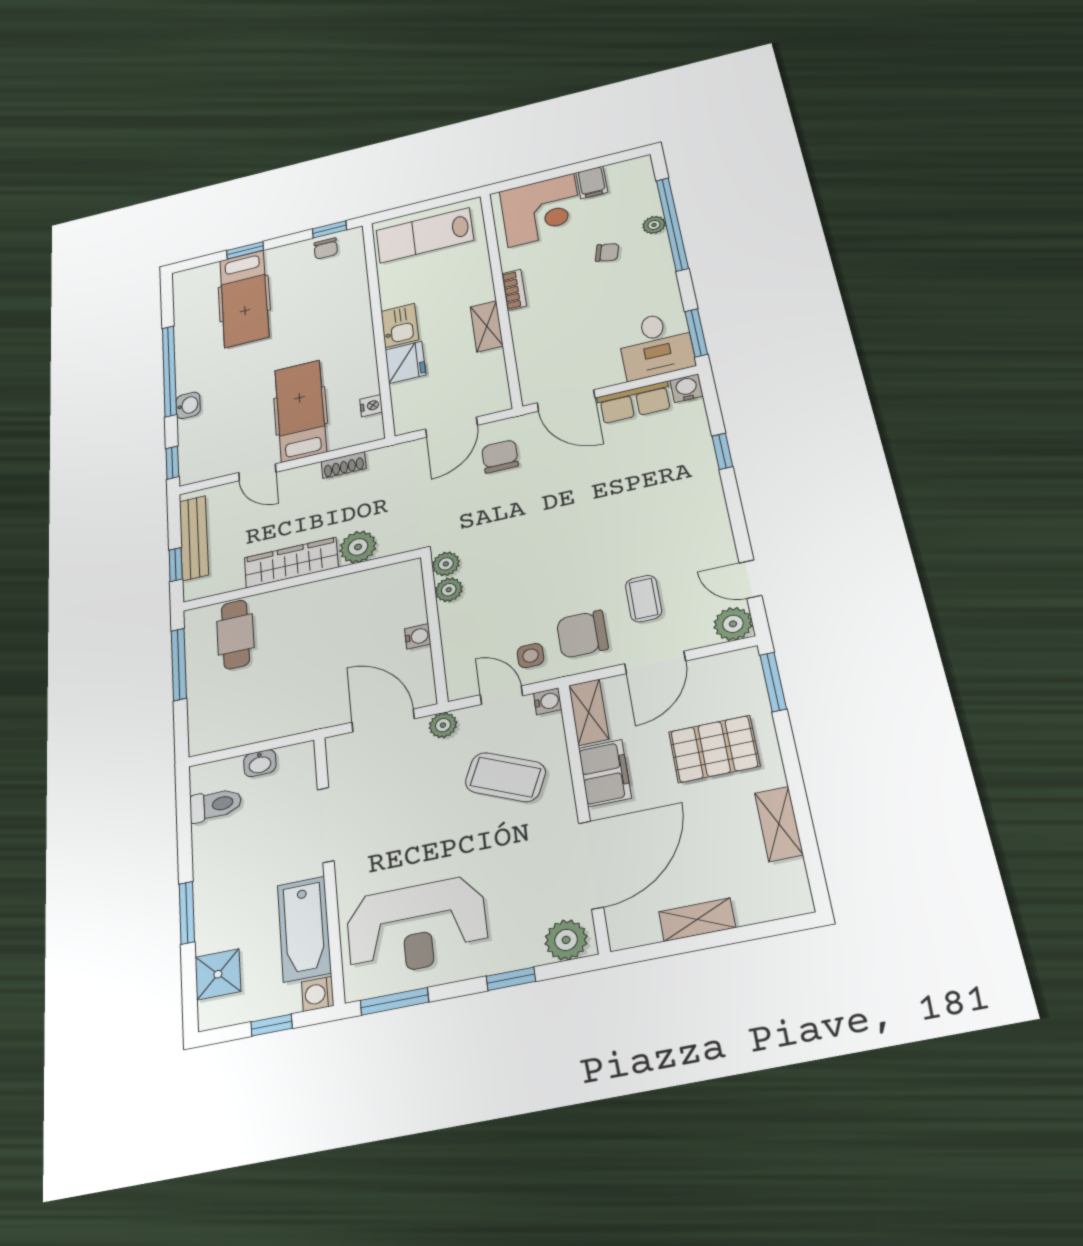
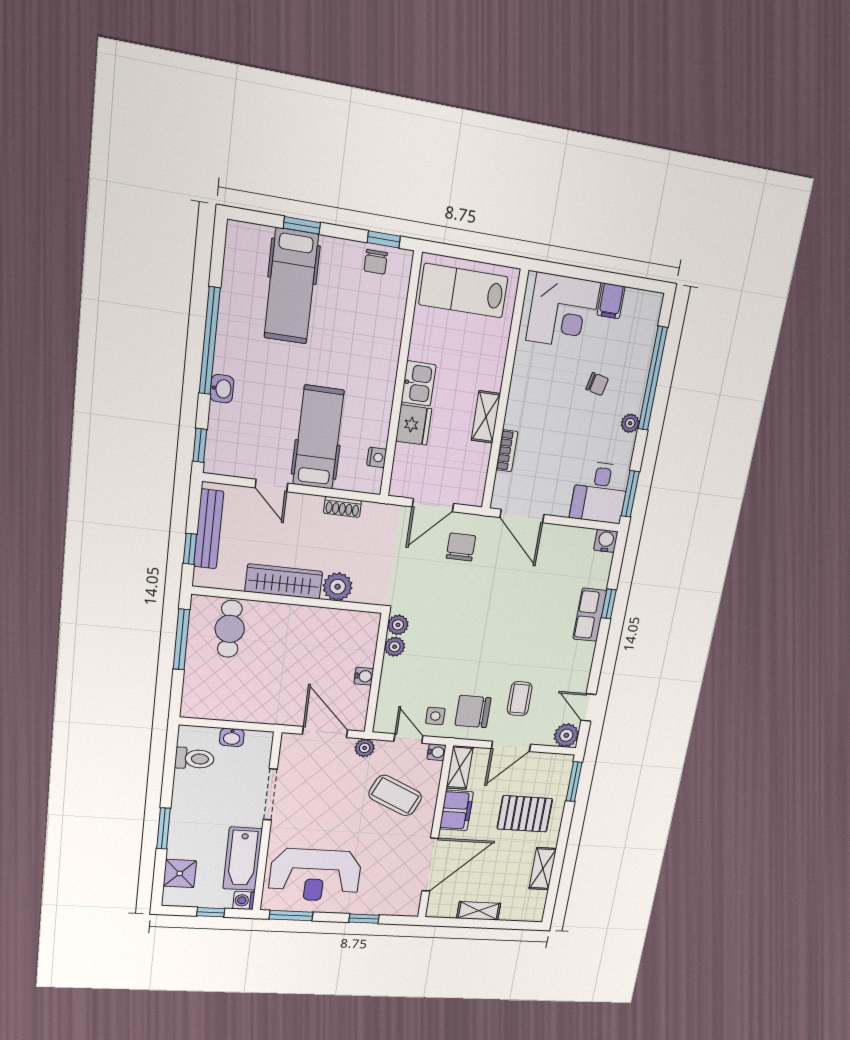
plant: (654, 225) -> (630, 423), moved
bookcase: (514, 290) -> (507, 451), moved
row of seats: (634, 403) -> (590, 615), moved, turned 90
plant: (566, 940) -> (402, 904), removed

